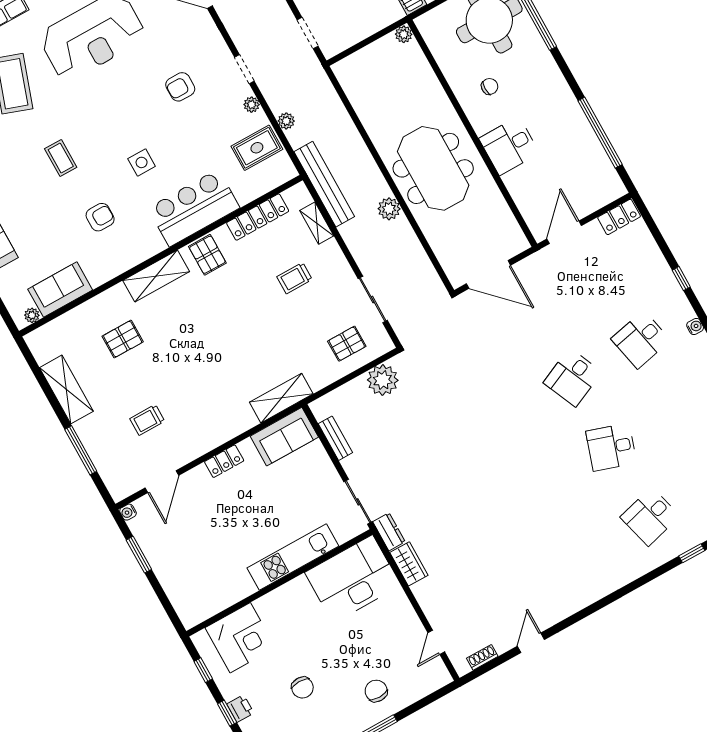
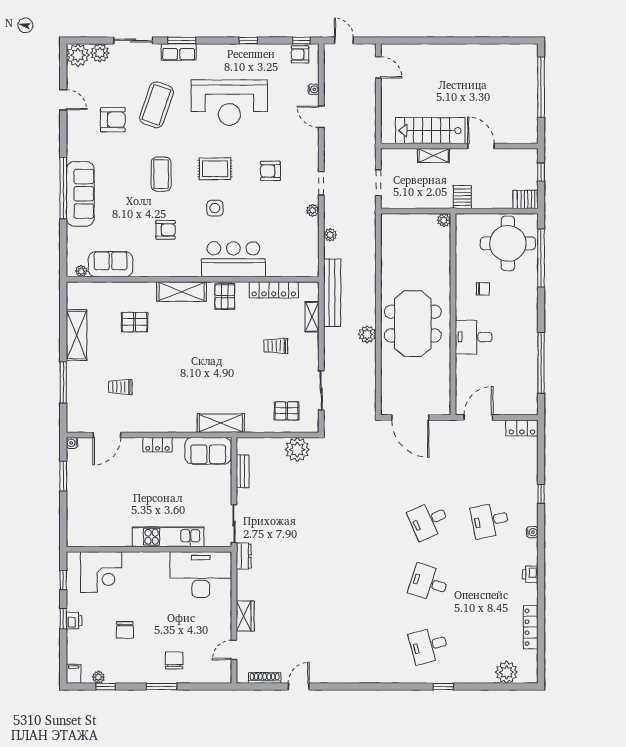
rug: (257, 148) -> (215, 169), moved
coffee table: (61, 158) -> (161, 174), width x1.36, depth x1.30
wardrobe: (409, 564) -> (245, 616), moved
shoe rack: (482, 657) -> (265, 678), width x1.43

